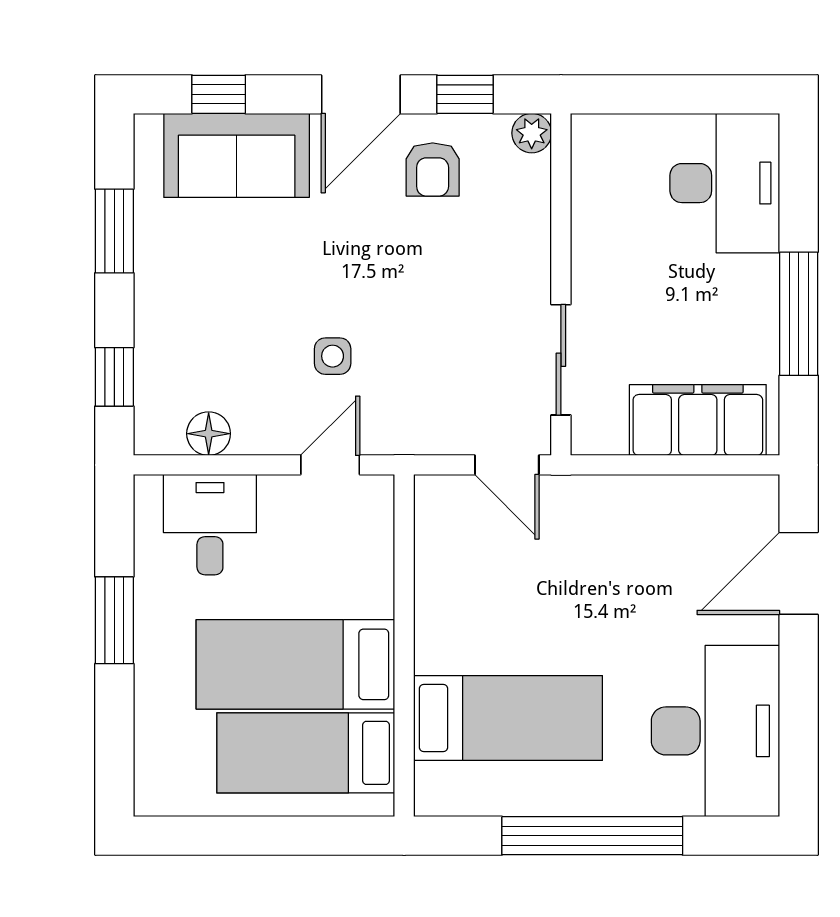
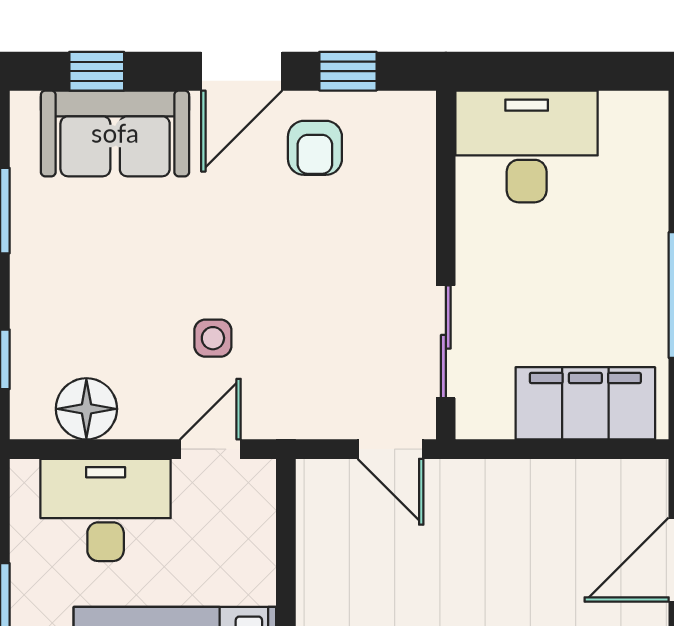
plant: (532, 133) -> (416, 111), removed
desk: (725, 183) -> (527, 146), moved, turned -90
floor lamp: (209, 434) -> (86, 409), width x1.38, depth x1.38
desk: (210, 525) -> (106, 510), width x1.37

